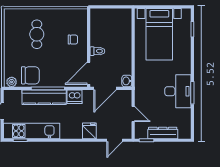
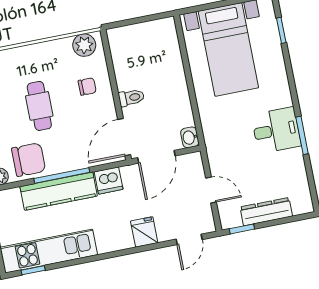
plant: (76, 15) -> (84, 45), added
cafe table: (37, 34) -> (39, 106), moved
desk: (178, 91) -> (276, 130), width x0.73

